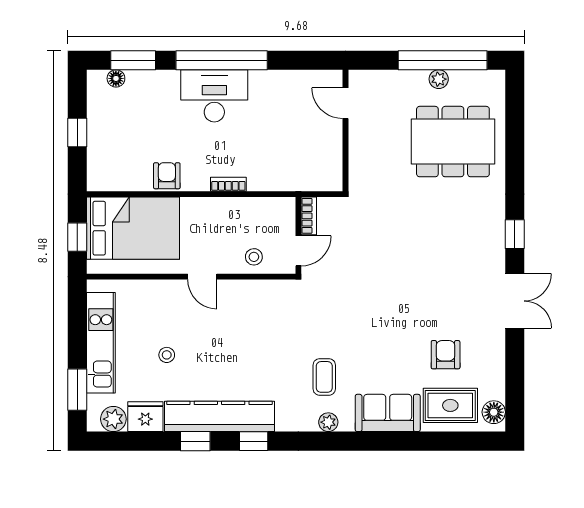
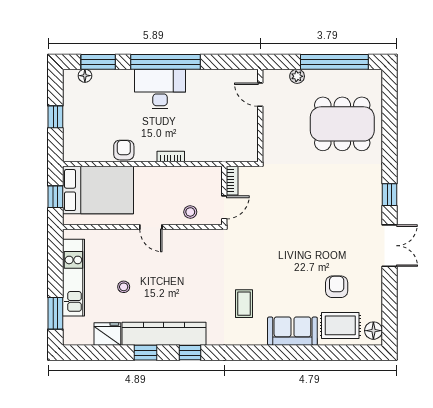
plant: (439, 79) -> (297, 76), moved
plant: (113, 419) -> (83, 336), removed
plant: (328, 422) -> (247, 338), removed

